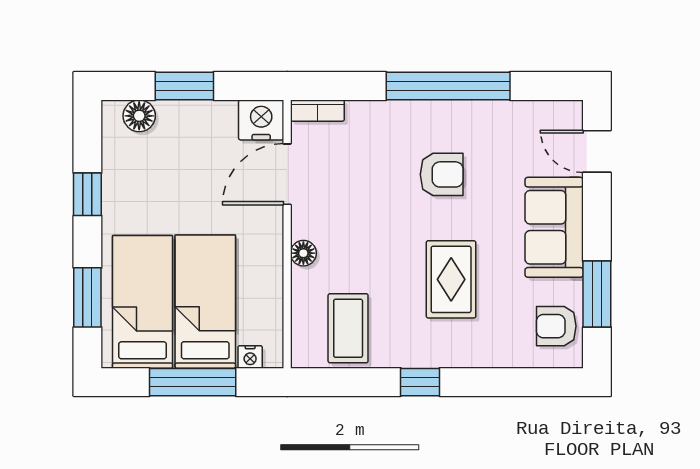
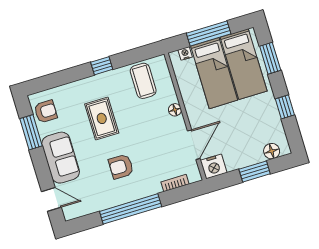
bookcase: (317, 111) -> (175, 183), moved

